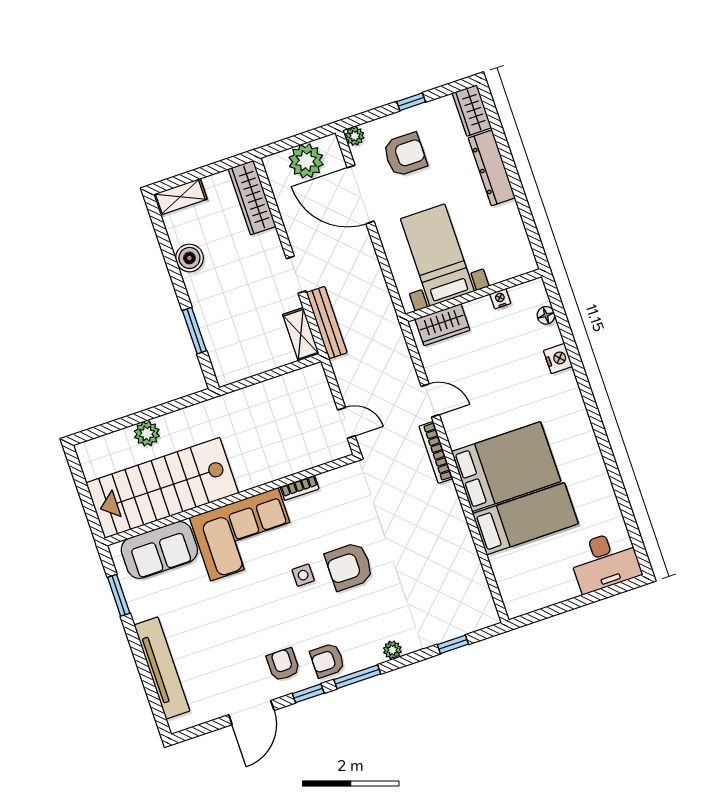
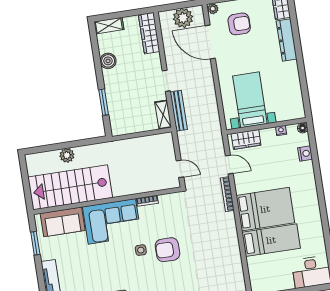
bed with nightstands: (437, 255) -> (250, 100), moved
wall: (474, 295) -> (266, 126), moved
nightstand: (500, 299) -> (281, 131), moved
wardrobe: (442, 325) -> (246, 139), moved

